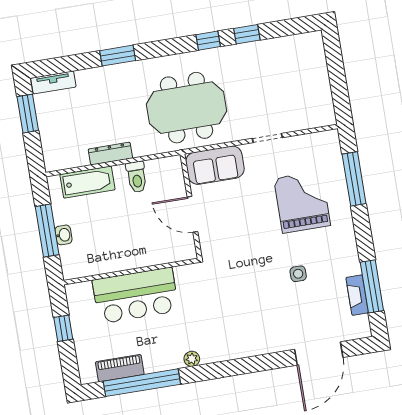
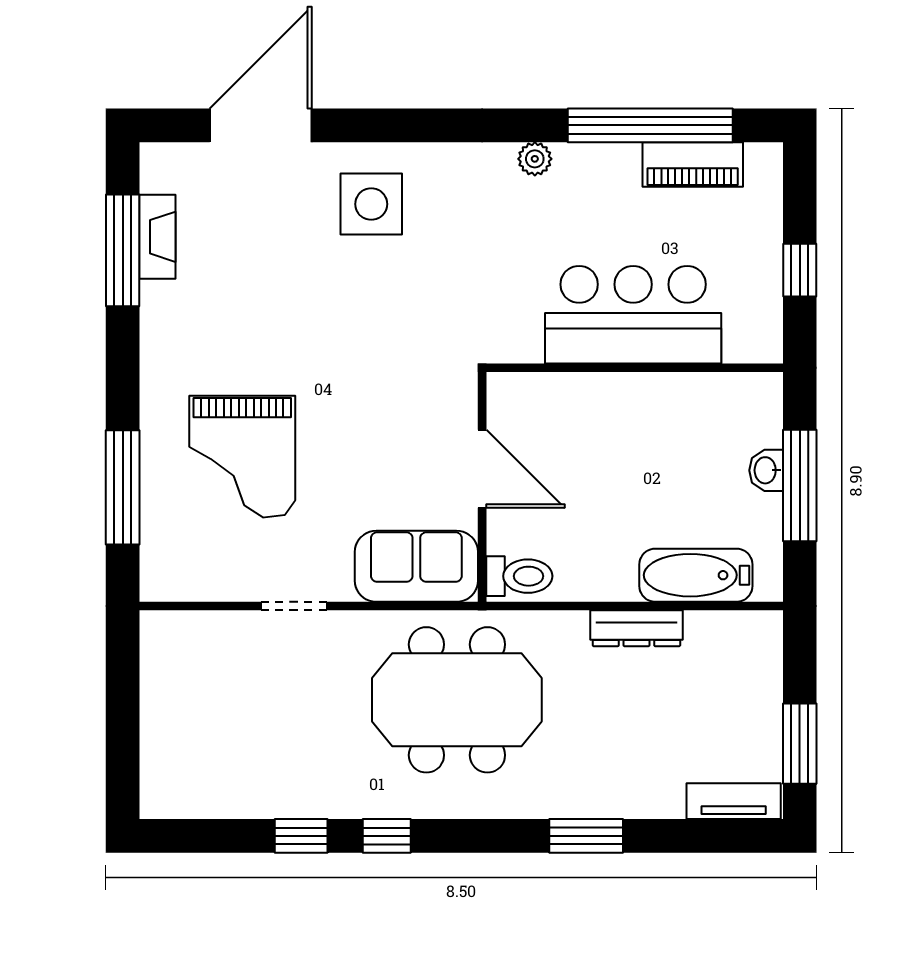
toilet: (137, 177) -> (519, 576), moved, turned 90
side table: (298, 274) -> (371, 204), moved, width x1.87, depth x1.87

